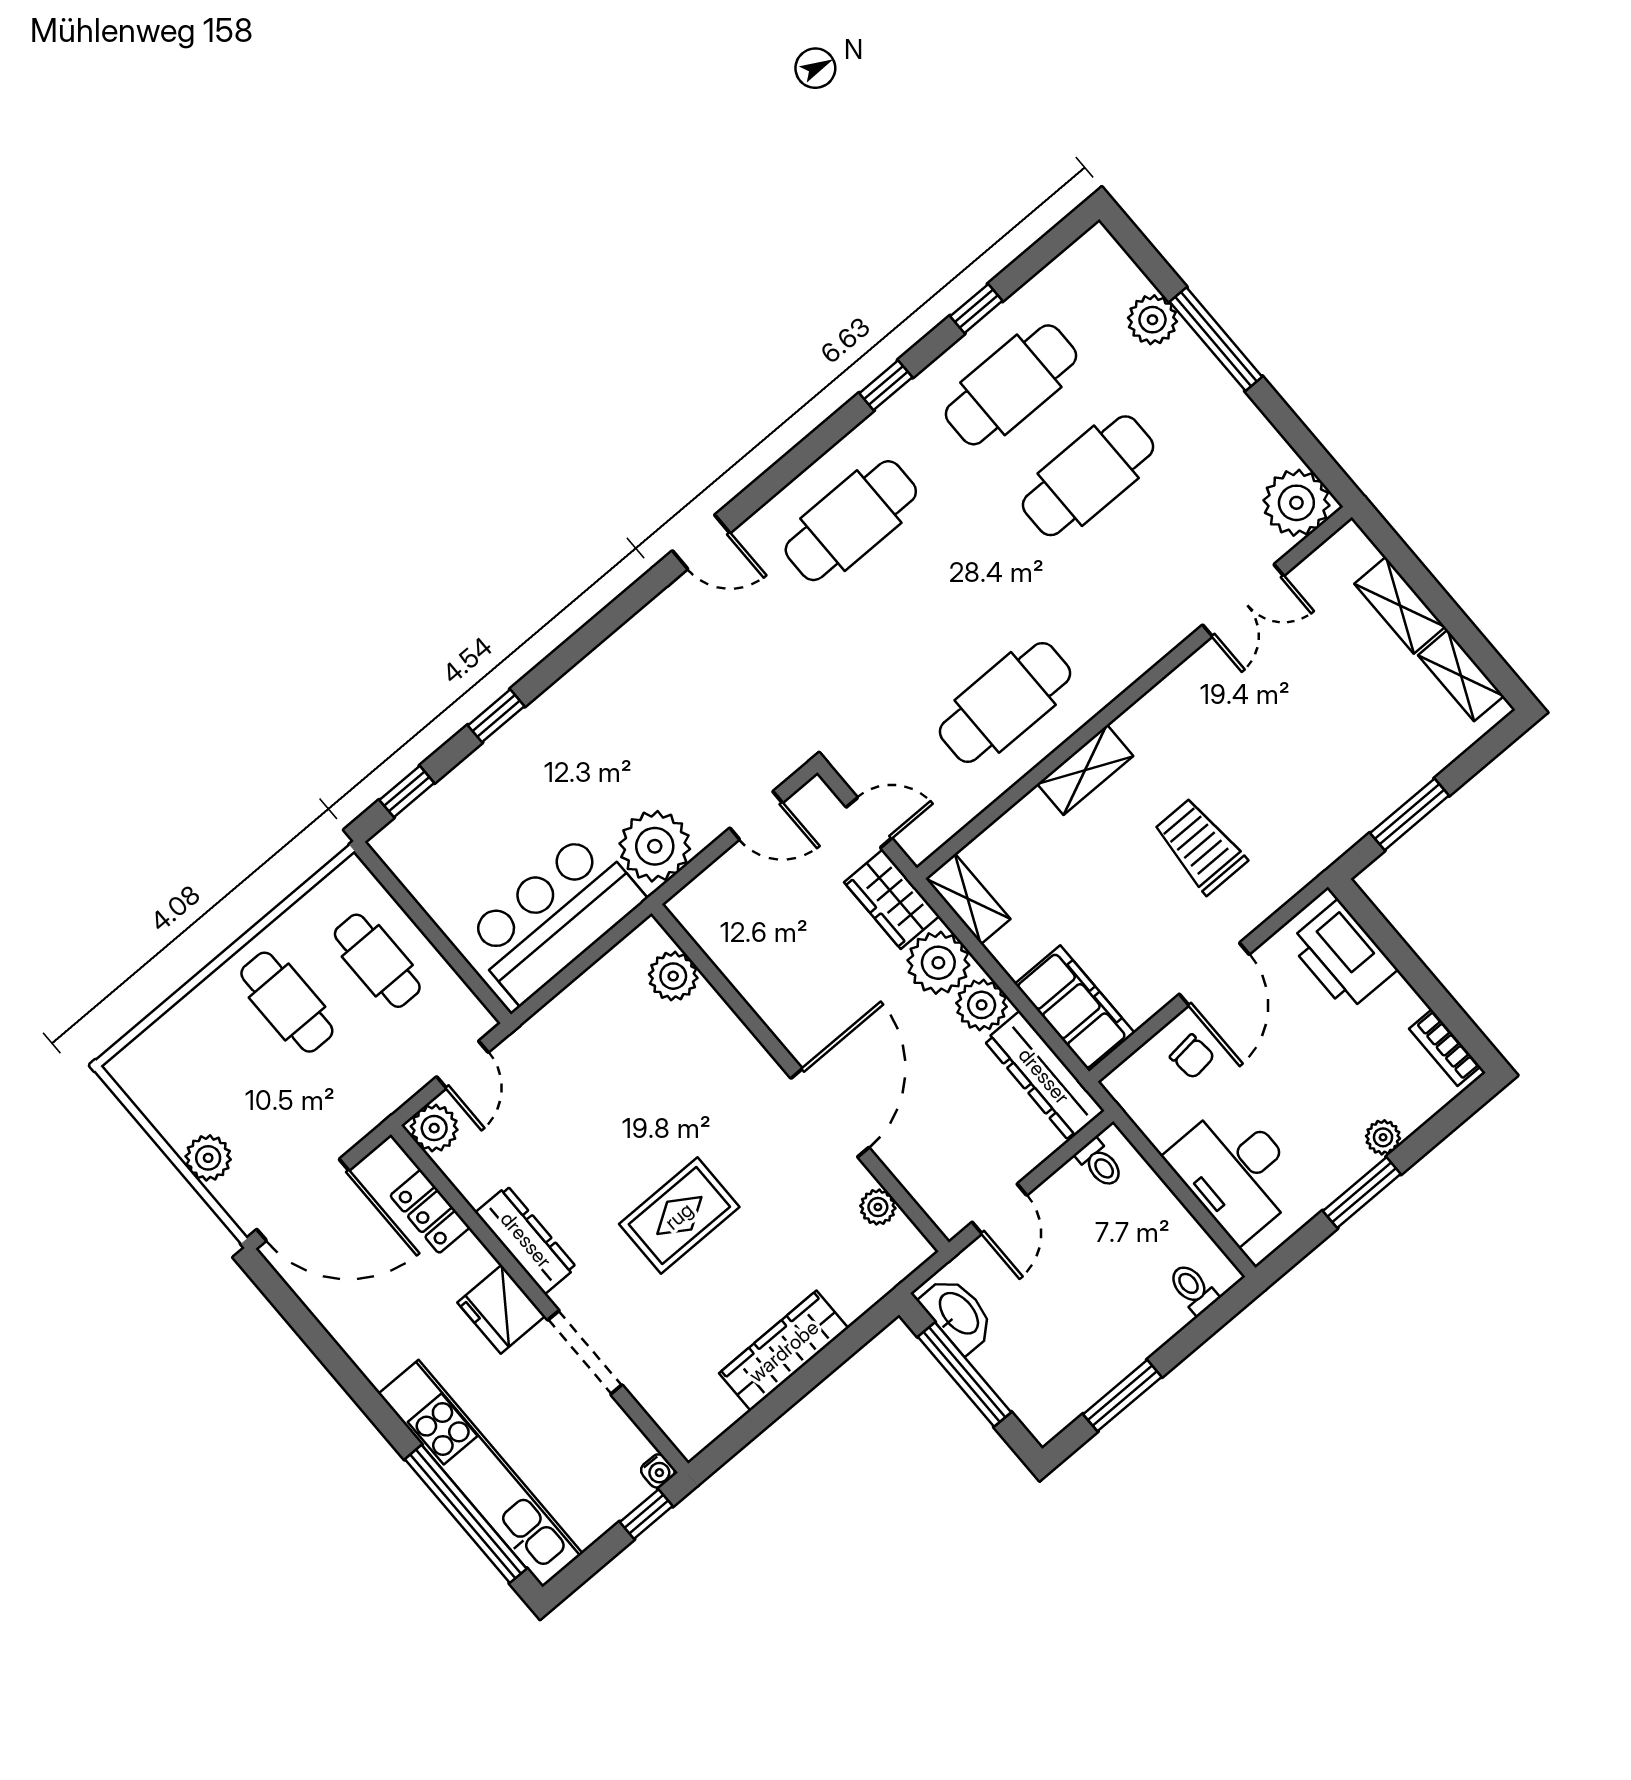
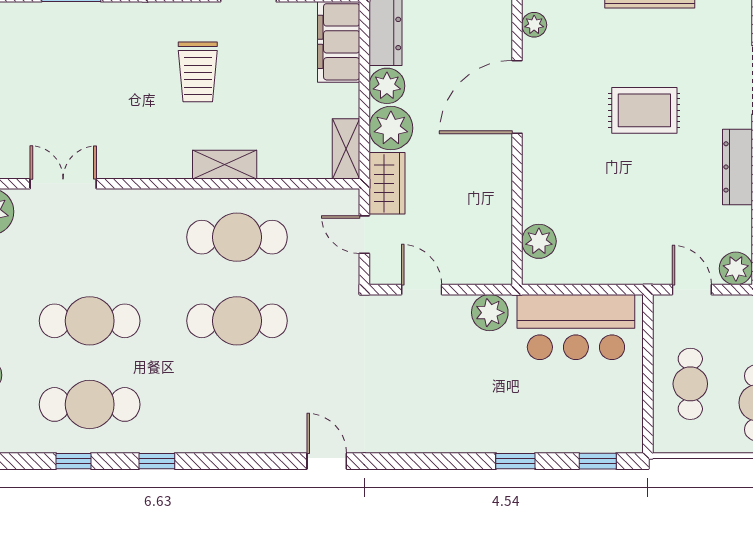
cafe table: (851, 521) -> (237, 321), moved
plant: (655, 846) -> (490, 313), width x0.73, depth x0.73
door: (462, 1065) -> (692, 290), hinge flipped

